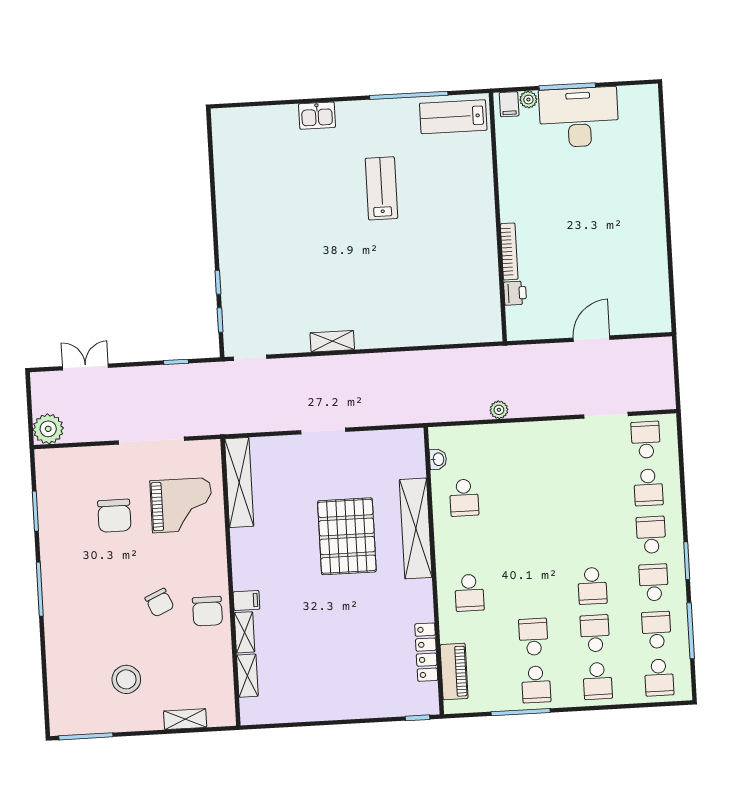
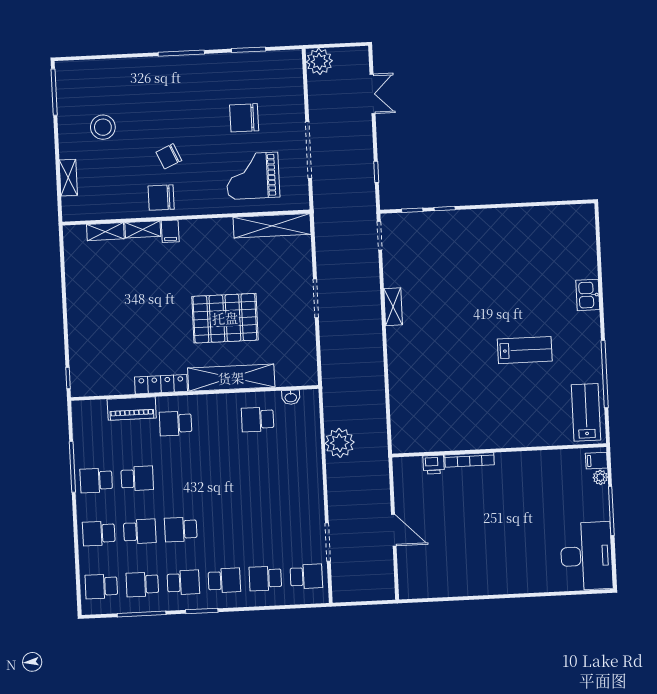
desk: (579, 117) -> (586, 556), moved
plant: (499, 410) -> (340, 443), width x1.88, depth x1.88
grand piano: (181, 505) -> (253, 176), turned 90
school desk: (656, 630) -> (142, 584), turned 180
locker: (426, 652) -> (161, 384), moved
piano: (454, 672) -> (132, 409), moved

